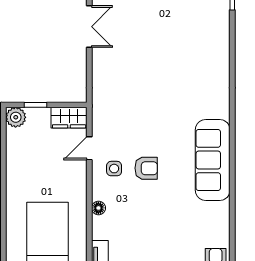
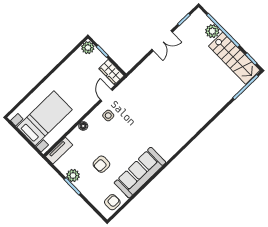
door: (89, 148) -> (106, 95), hinge flipped
sofa: (213, 160) -> (140, 173), moved
armchair: (146, 168) -> (101, 164), moved, turned 90

